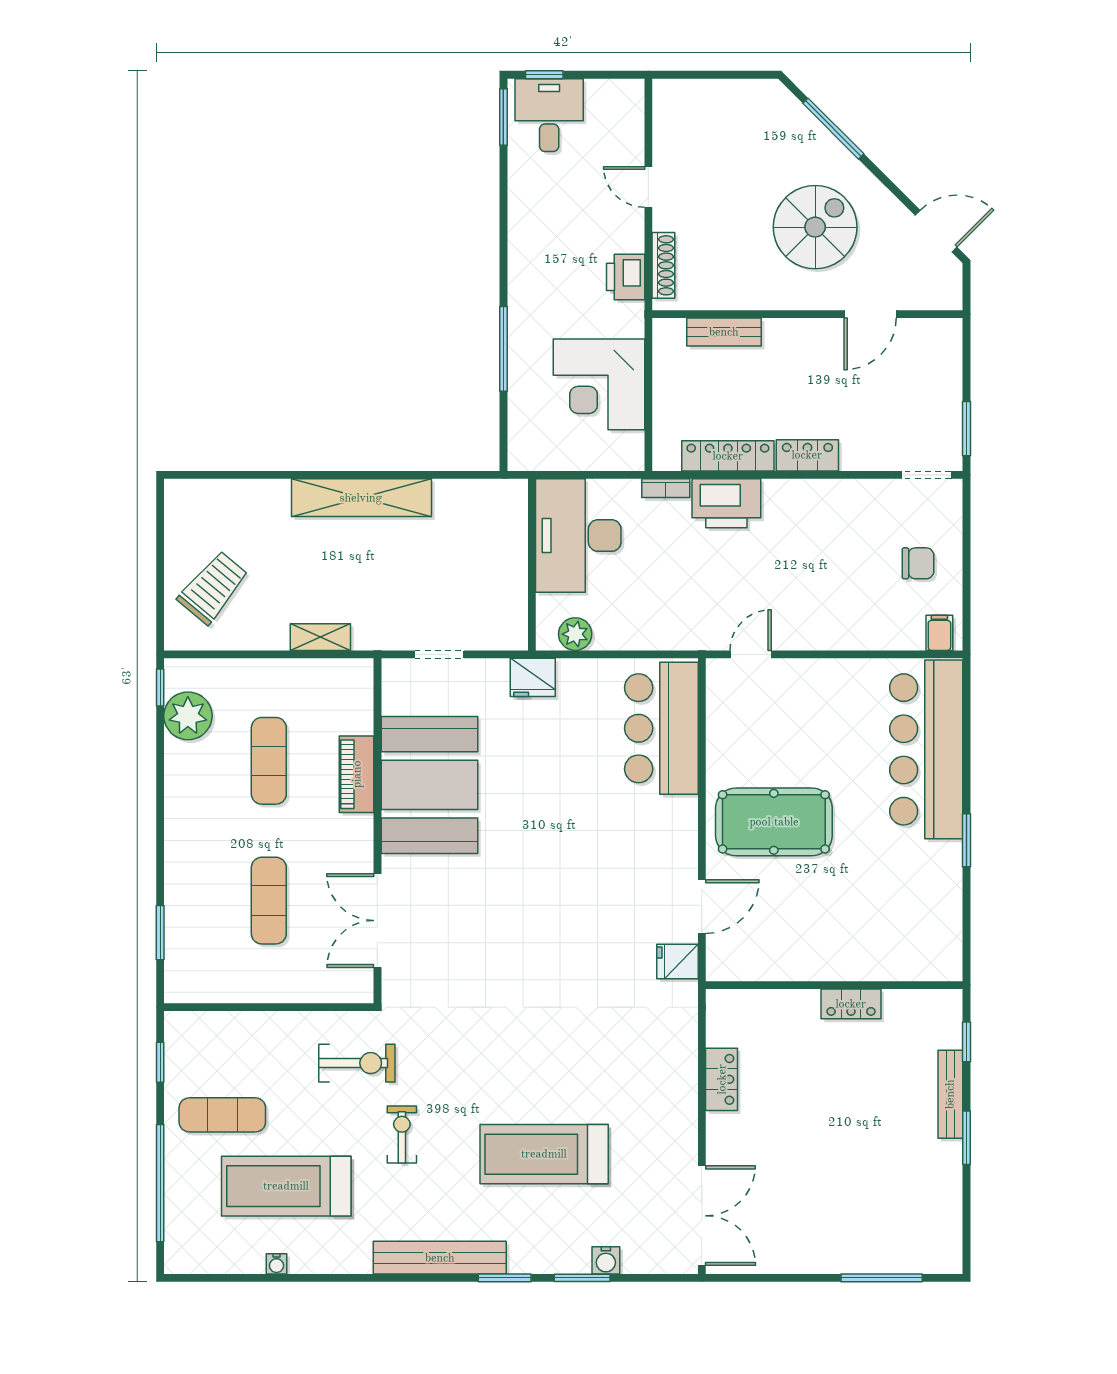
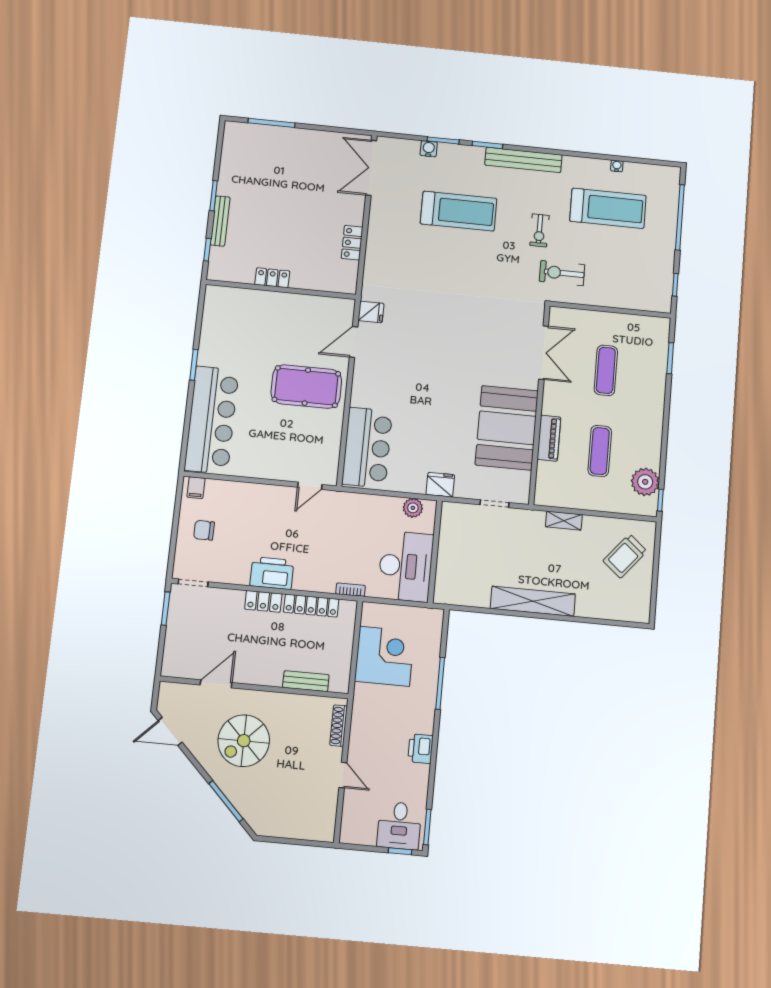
printer: (626, 277) -> (420, 749), moved, turned 180
printer: (726, 503) -> (272, 573), moved
exercise mat: (222, 1115) -> (642, 252), removed

